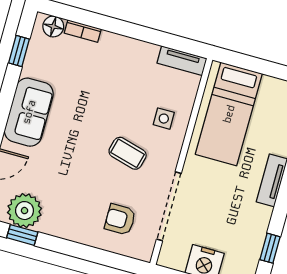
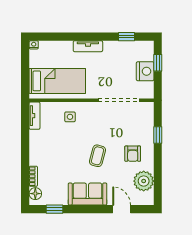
coffee table: (128, 153) -> (98, 156), moved
armchair: (120, 219) -> (133, 154), moved
window: (22, 235) -> (158, 135), moved

